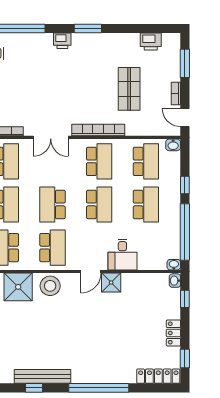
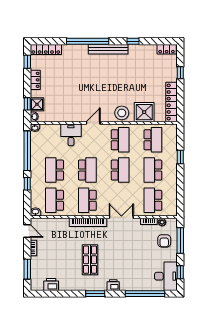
shop shelf: (129, 89) -> (90, 260), moved
school desk: (99, 204) -> (87, 170), turned 180
school desk: (52, 248) -> (120, 140), turned 180
shower: (111, 283) -> (37, 104), moved
bench: (42, 376) -> (108, 49), moved

